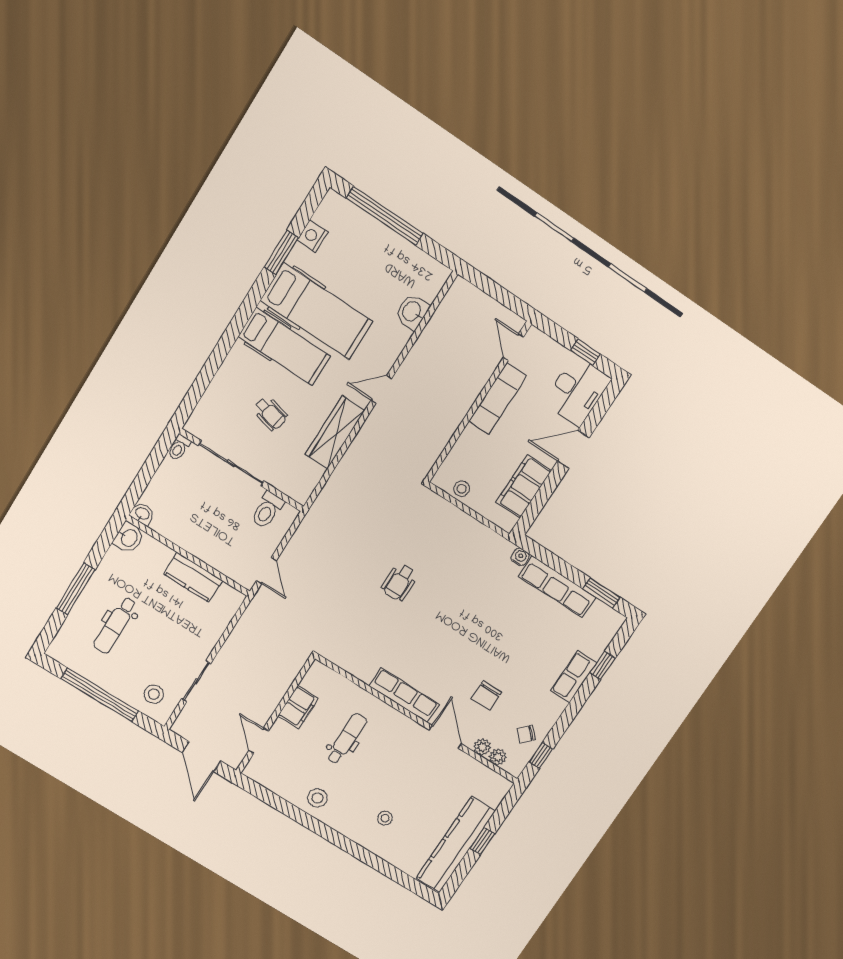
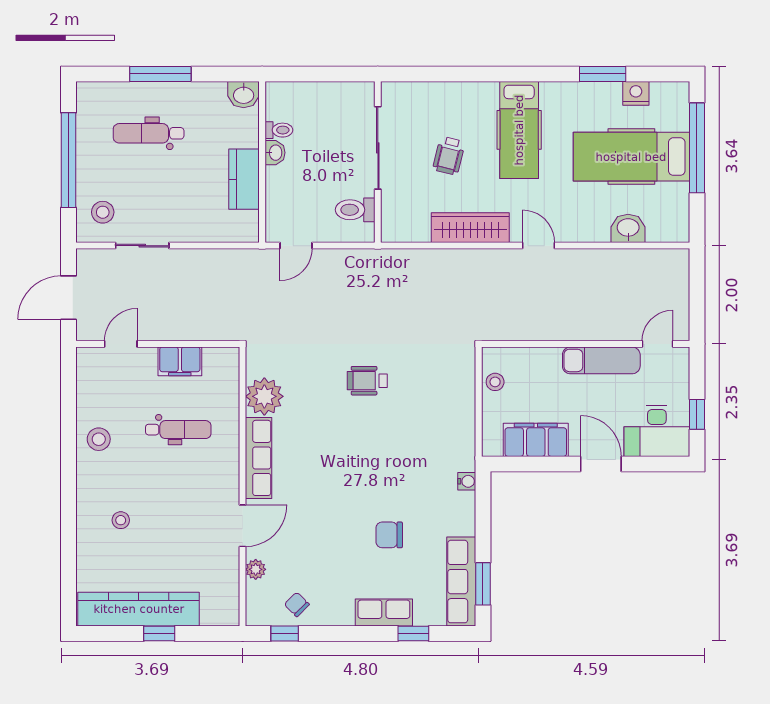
hospital bed: (316, 311) -> (631, 157), moved, turned 90
toilet: (179, 448) -> (279, 130), moved, turned 180
washbasin: (142, 514) -> (275, 153), moved
row of seats: (557, 587) -> (461, 582), moved
chair: (486, 696) -> (389, 535), moved
plant: (498, 757) -> (264, 396), moved, width x1.87, depth x1.87

